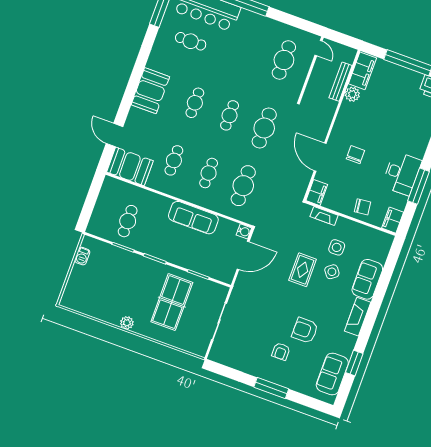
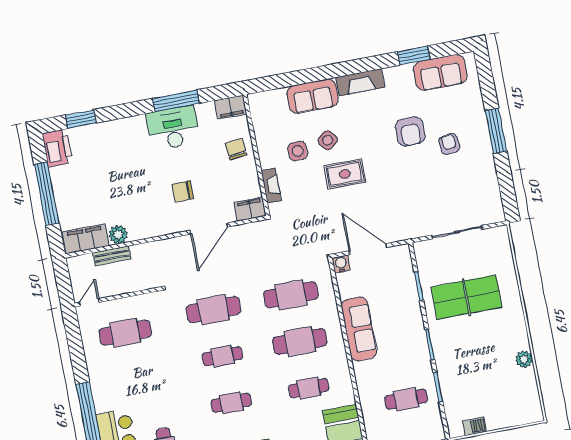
bench: (341, 82) -> (112, 256), width x0.73
cafe table: (209, 173) -> (300, 341), width x1.37, depth x1.35
plant: (127, 323) -> (524, 359), moved
armchair: (281, 351) -> (449, 144), turned -96

